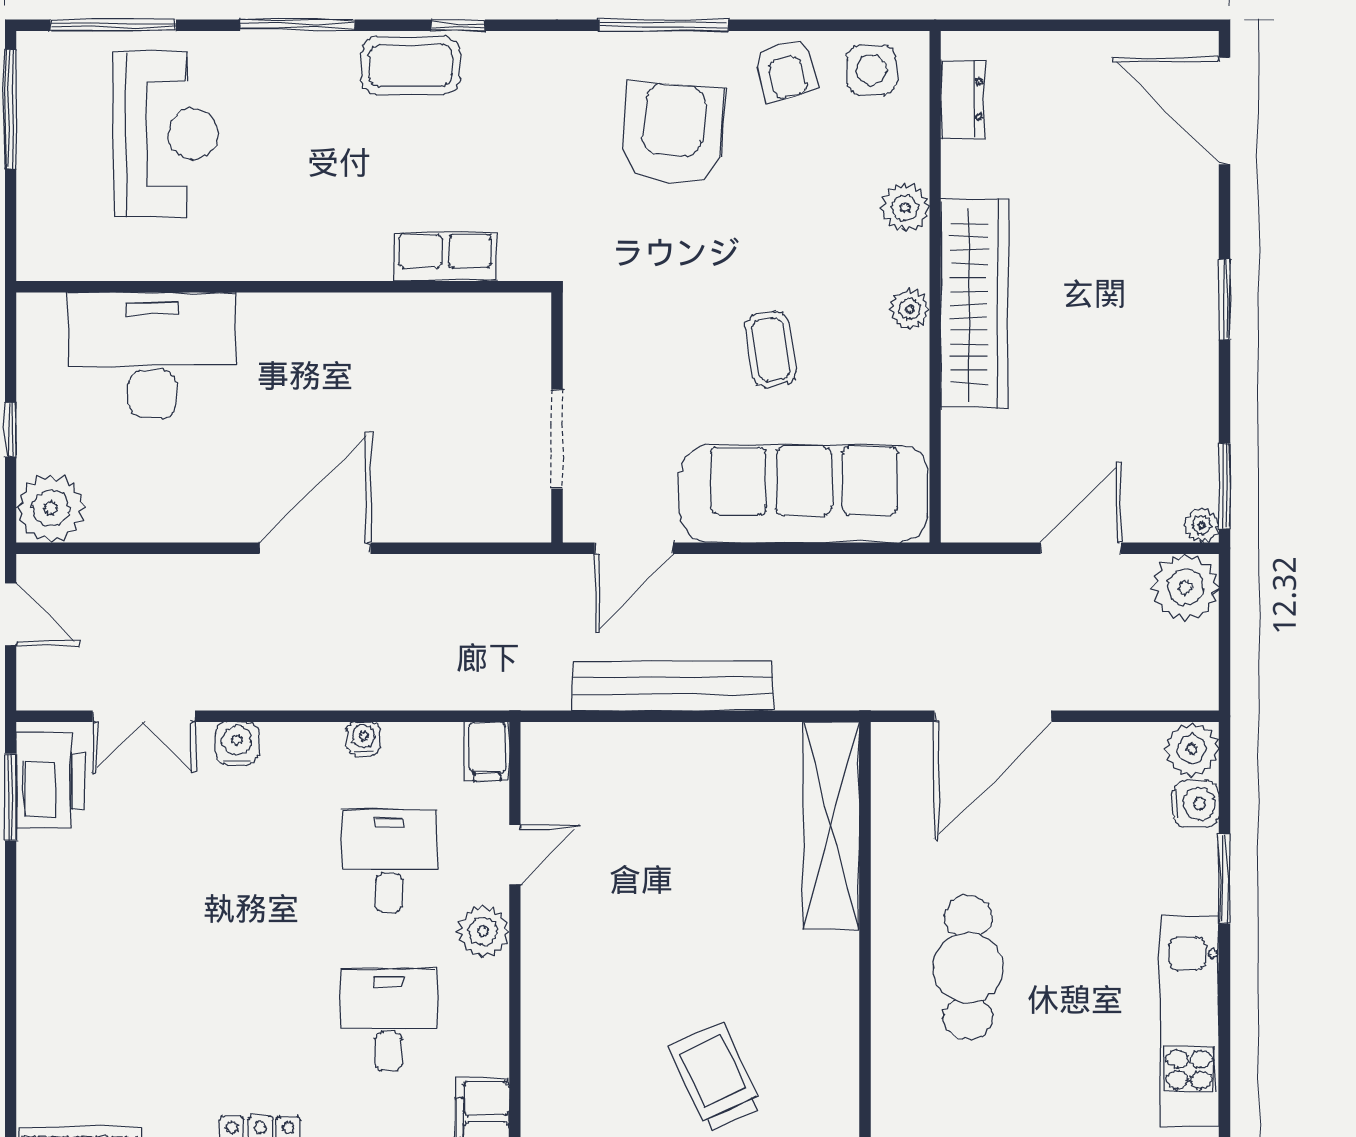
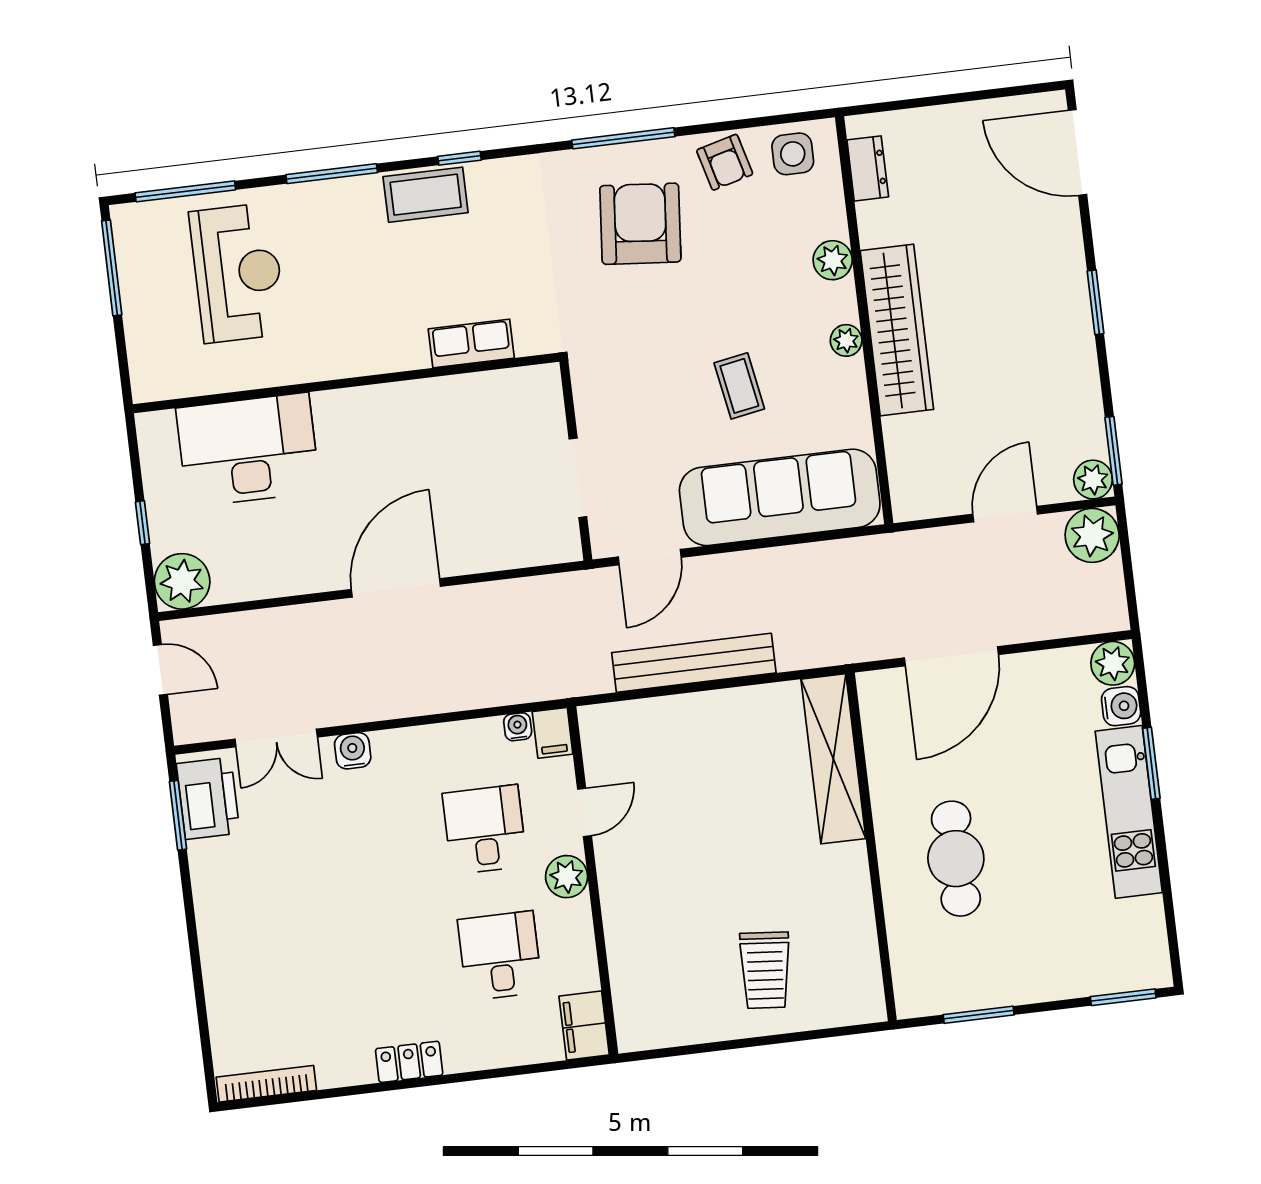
plant: (1201, 525) -> (1093, 480), width x1.38, depth x1.38
water cooler: (364, 739) -> (518, 727), moved
kitchen unit: (1189, 1021) -> (1129, 812), moved
trolley: (715, 1077) -> (765, 970), turned -150

